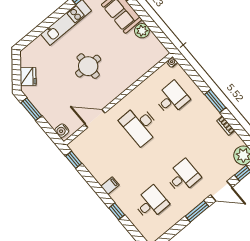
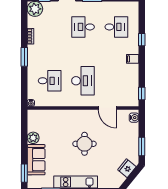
desk: (172, 98) -> (50, 81), turned 180
desk: (151, 203) -> (116, 27), turned 180

